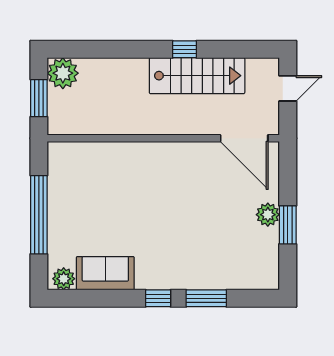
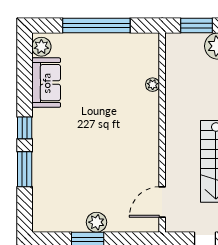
door: (244, 138) -> (162, 202), width x0.73
plant: (108, 149) -> (153, 85), added

